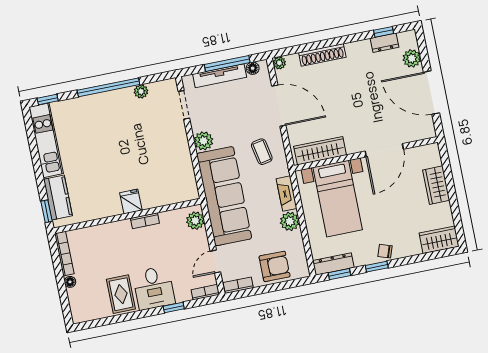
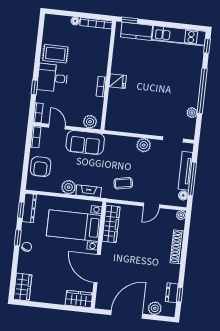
door: (279, 106) -> (151, 205), width x0.53
wardrobe: (436, 185) -> (79, 299), moved
sofa: (224, 196) -> (85, 142), width x0.54, depth x0.79

